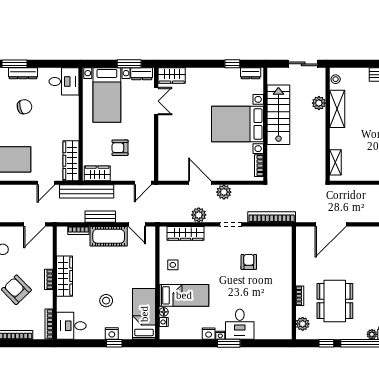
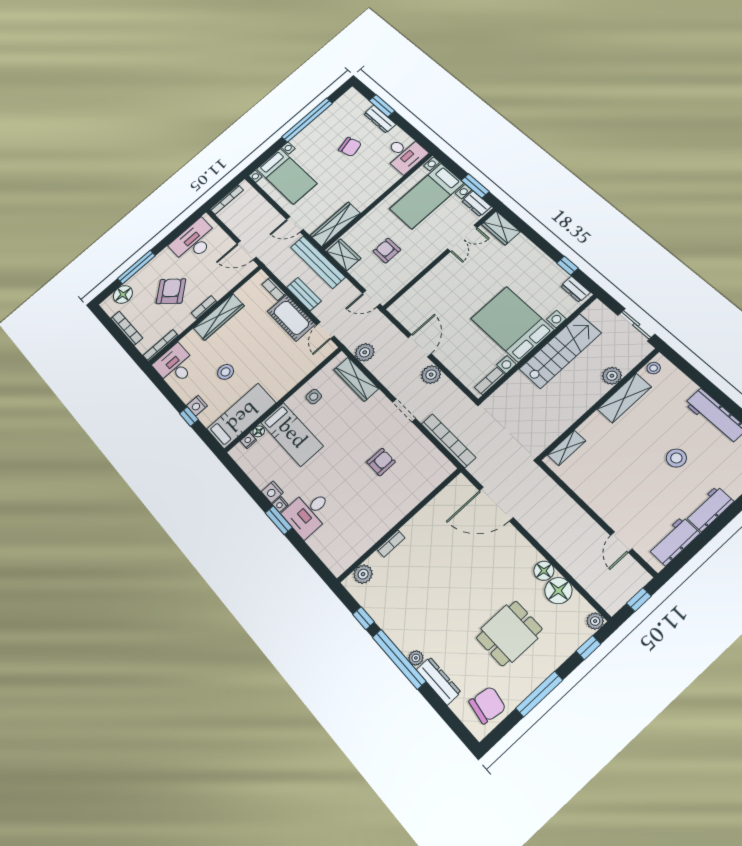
plant: (199, 215) -> (365, 352), moved
dining table: (335, 301) -> (417, 584), removed

